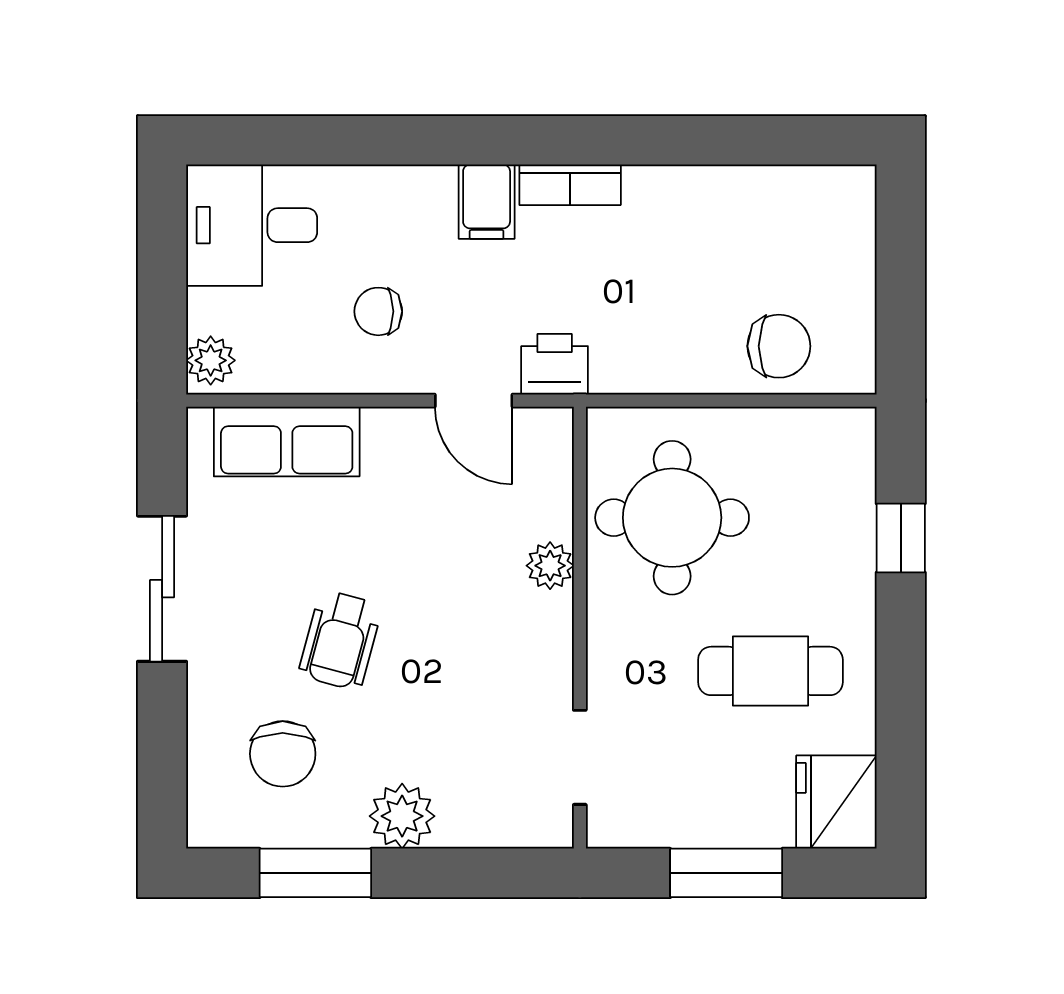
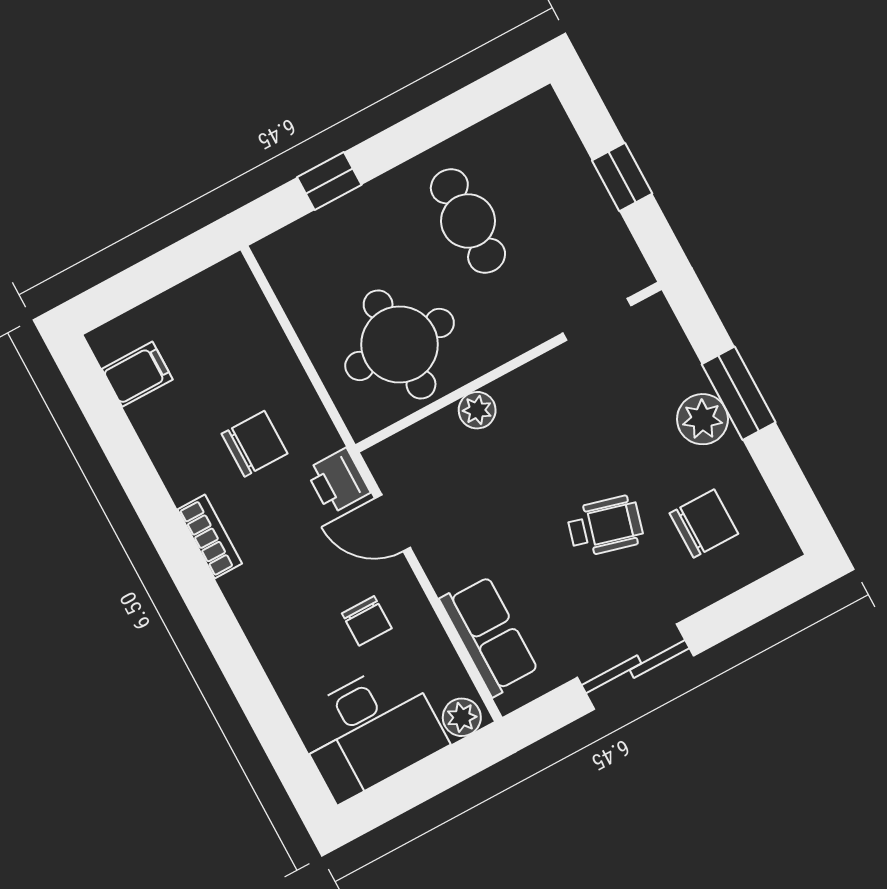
filing cabinet: (487, 202) -> (137, 374), moved
desk: (252, 225) -> (370, 731), width x1.37
chair: (779, 346) -> (255, 444), moved, turned 90
door: (474, 401) -> (393, 523), swing flipped
fridge: (836, 802) -> (533, 128), removed
window: (315, 873) -> (739, 393), moved
window: (726, 873) -> (622, 177), width x0.67

